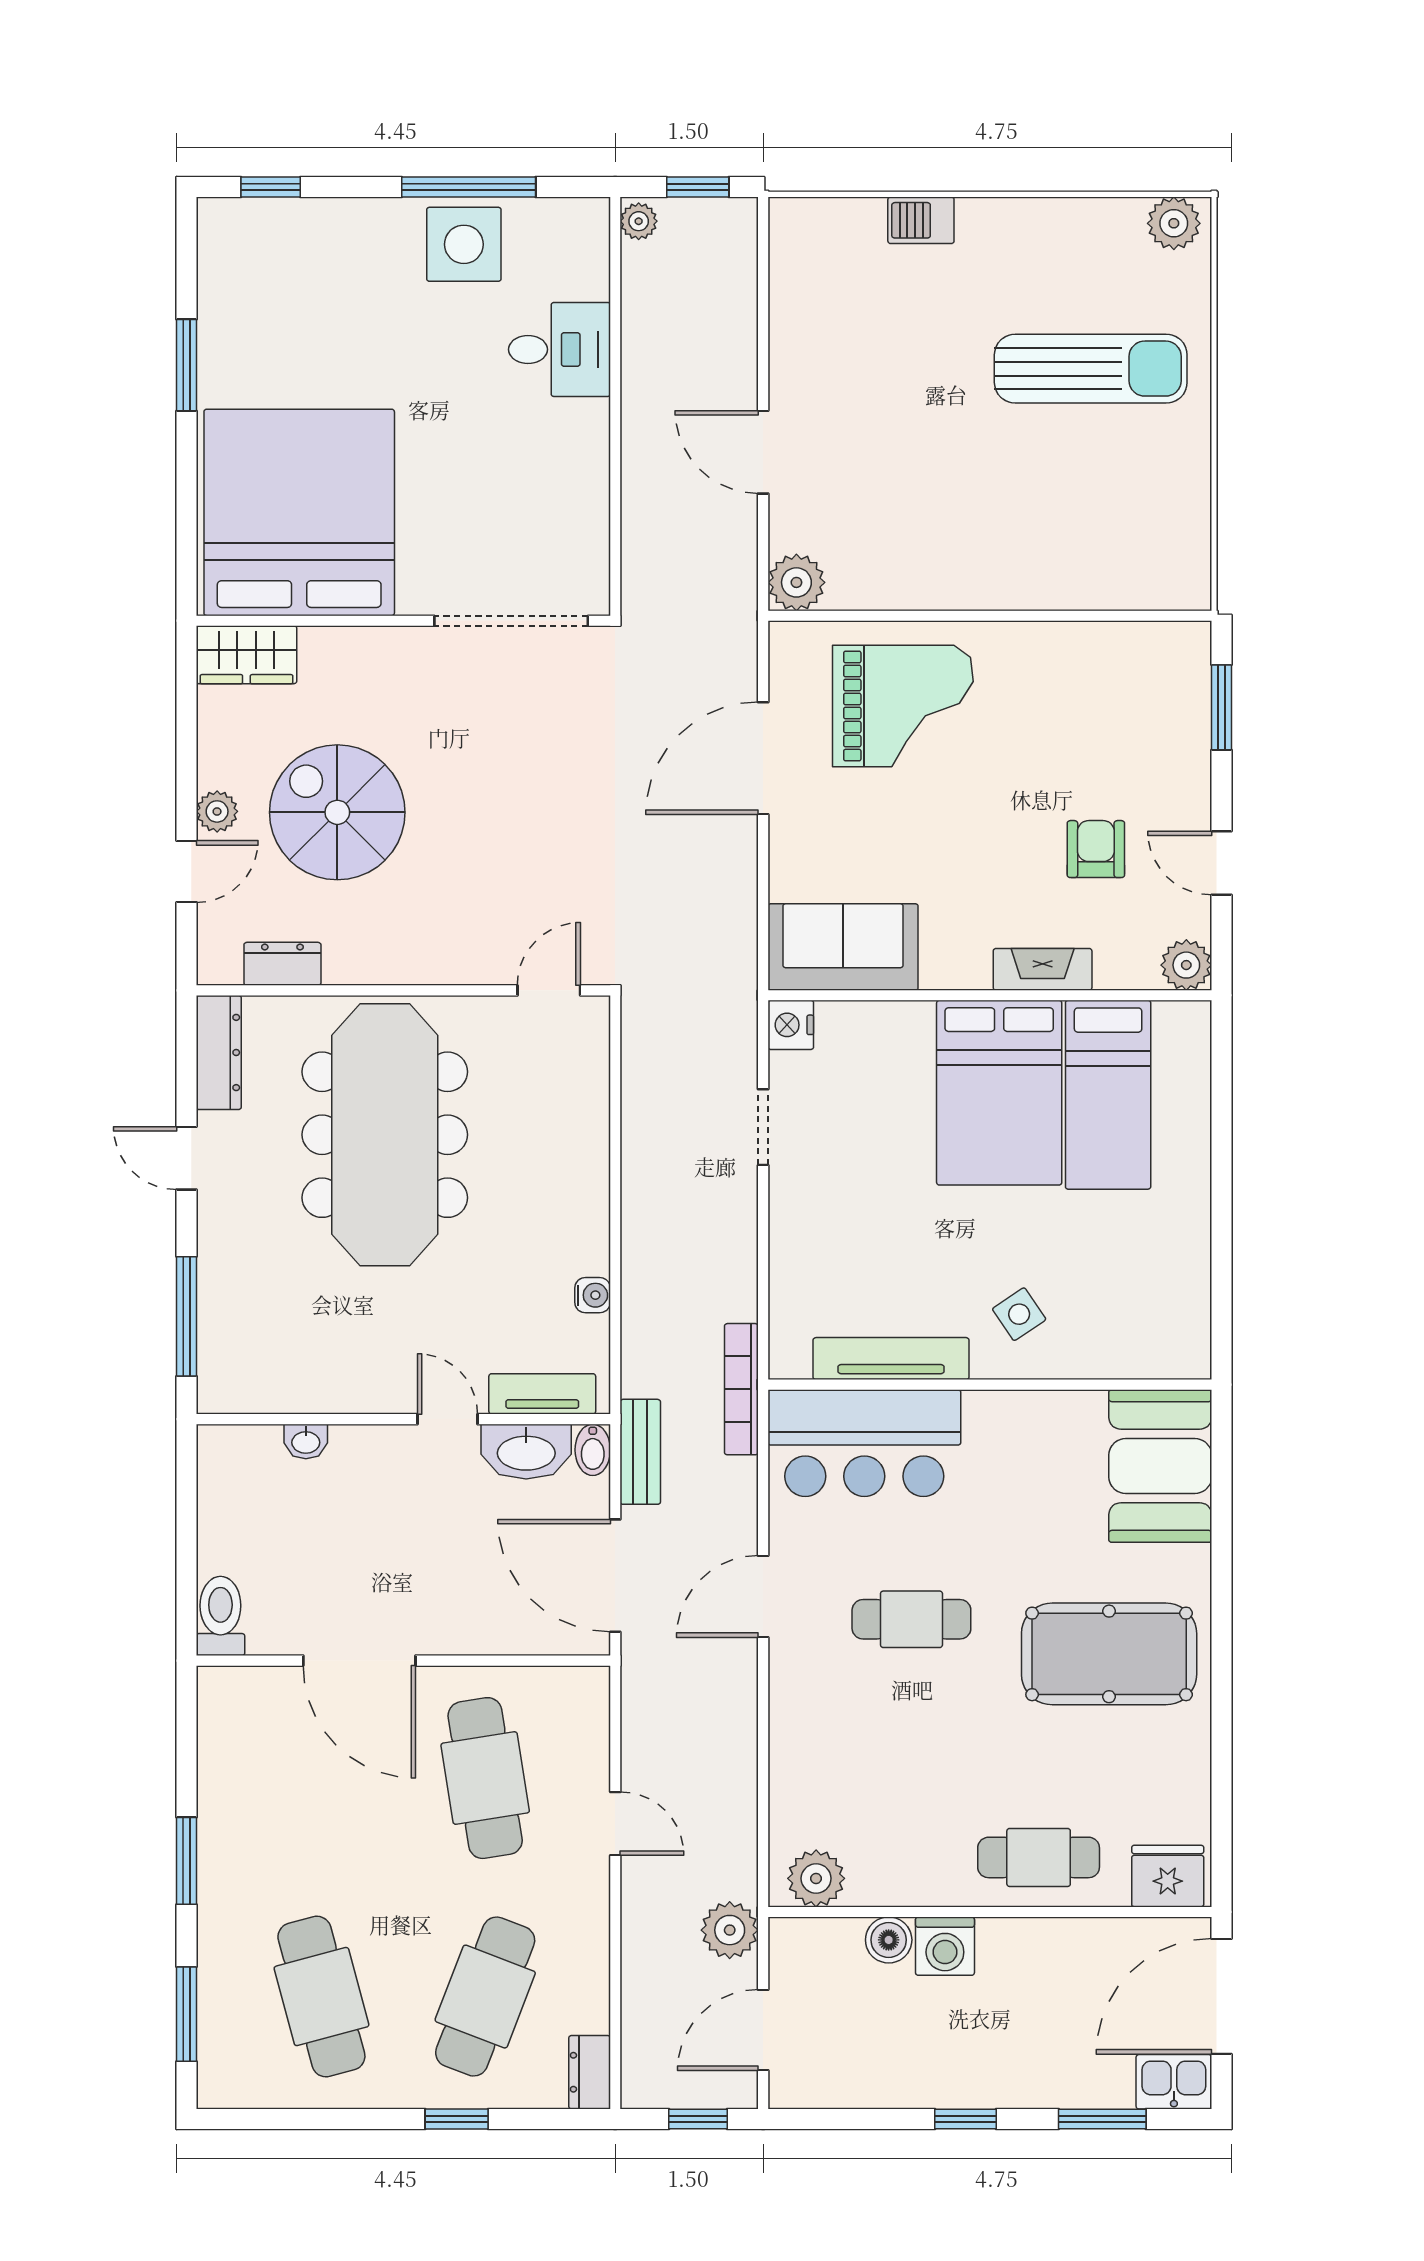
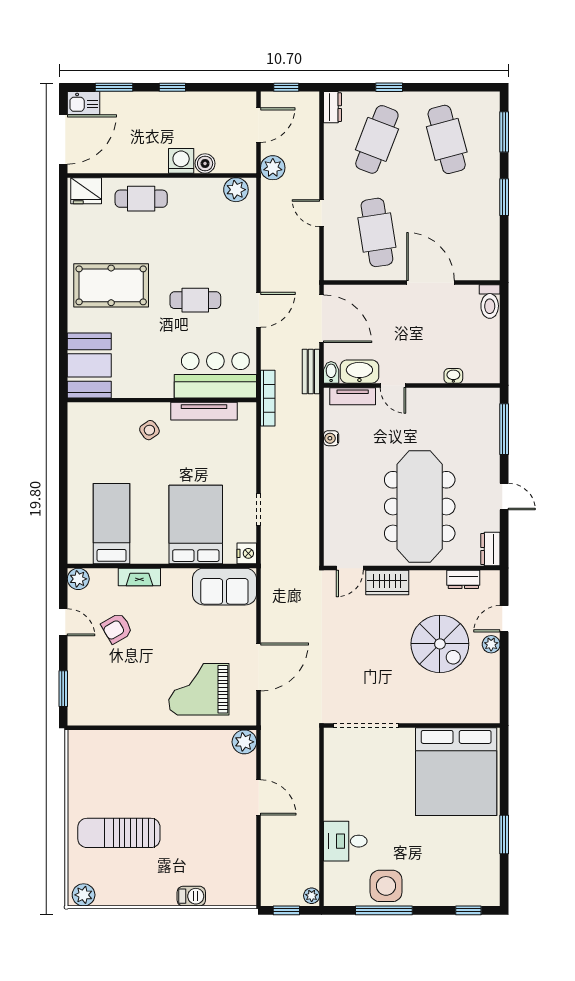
wardrobe: (246, 655) -> (387, 583), moved, turned 180
armchair: (1096, 849) -> (117, 628), turned 60
dresser: (219, 1052) -> (490, 549), width x0.70
bed: (999, 1093) -> (196, 524), moved

